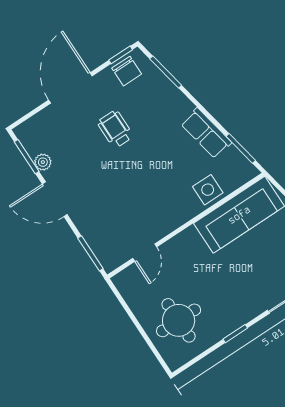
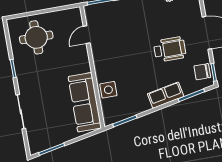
wheelchair: (115, 129) -> (170, 49), width x1.36, depth x1.37
row of seats: (206, 133) -> (166, 95), moved
door: (145, 253) -> (87, 35), hinge flipped

